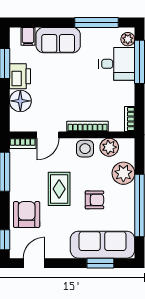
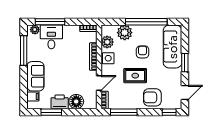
door: (48, 135) -> (99, 83), hinge flipped
door: (34, 263) -> (185, 92), swing flipped
window: (100, 263) -> (185, 63), moved

